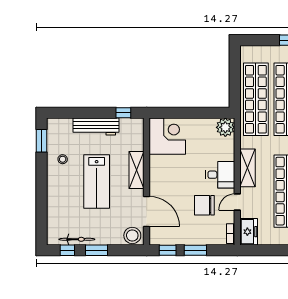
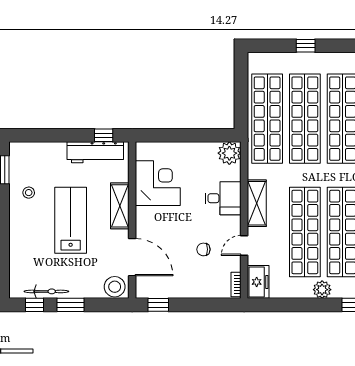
workbench: (96, 127) -> (95, 152), moved
corner desk: (167, 136) -> (158, 183), moved
desk: (220, 175) -> (223, 198), moved
lab bench: (97, 182) -> (71, 220), turned 180
chair: (204, 205) -> (203, 249), width x0.54, depth x0.54
window: (195, 250) -> (192, 305), removed

